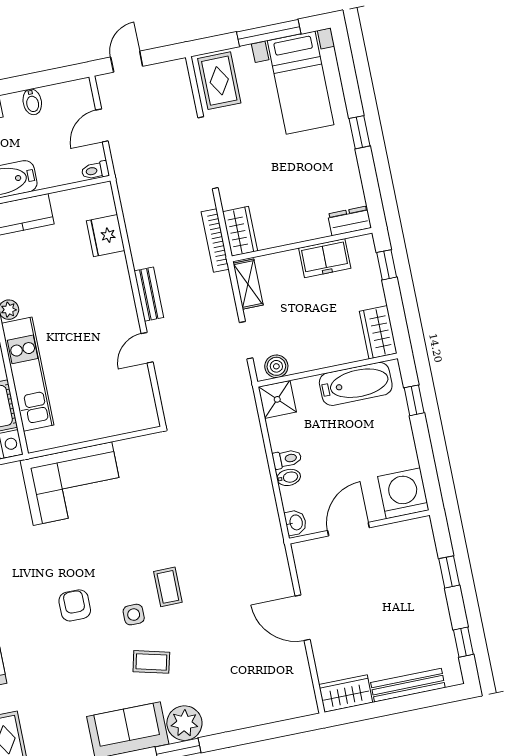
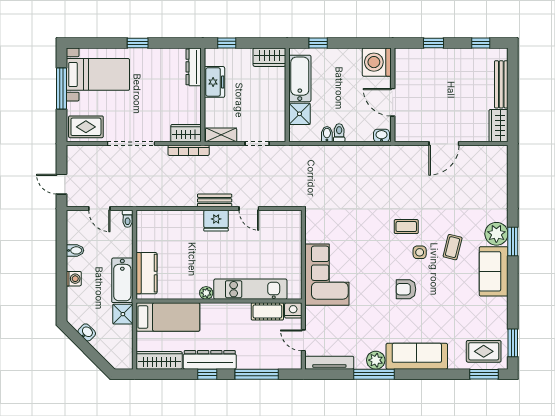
dresser: (350, 221) -> (194, 67), width x1.44
fridge: (106, 236) -> (216, 221), moved
boiler: (276, 366) -> (278, 127), removed
shower: (277, 399) -> (299, 114), moved
bidet: (289, 477) -> (327, 134), moved

